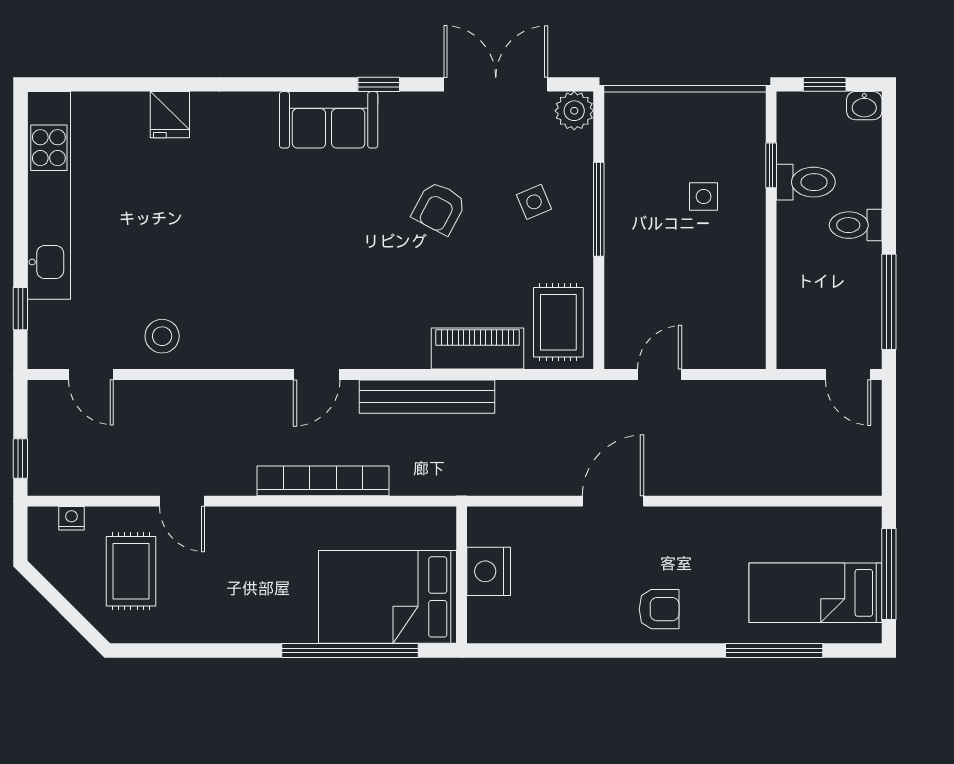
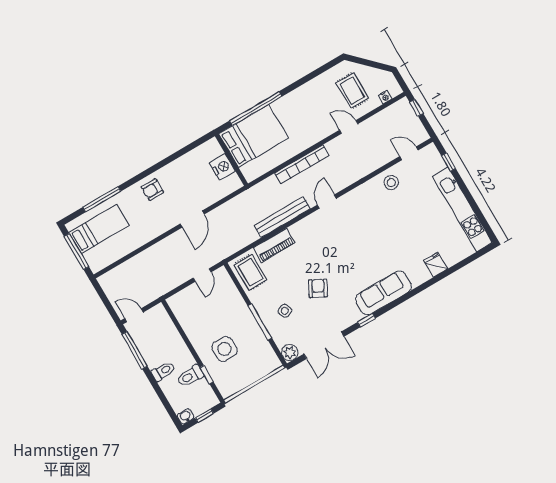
sofa: (329, 120) -> (383, 293), width x1.36
side table: (704, 197) -> (224, 349), width x1.87, depth x1.87

